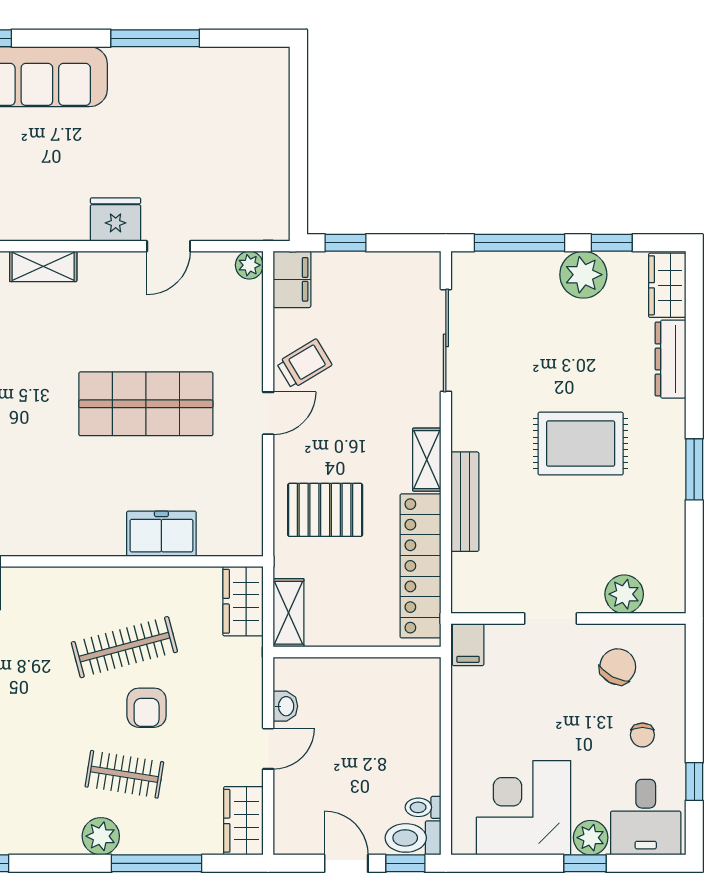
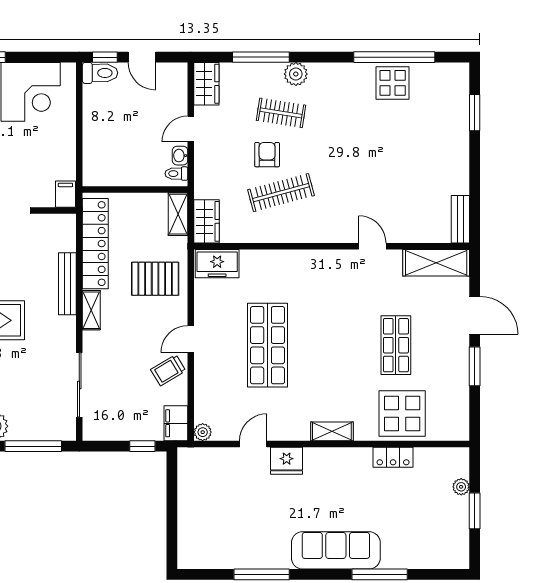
shop shelf: (146, 404) -> (268, 345), turned 90
freezer: (161, 534) -> (217, 264), moved
toilet: (423, 807) -> (176, 174), moved, turned 180

